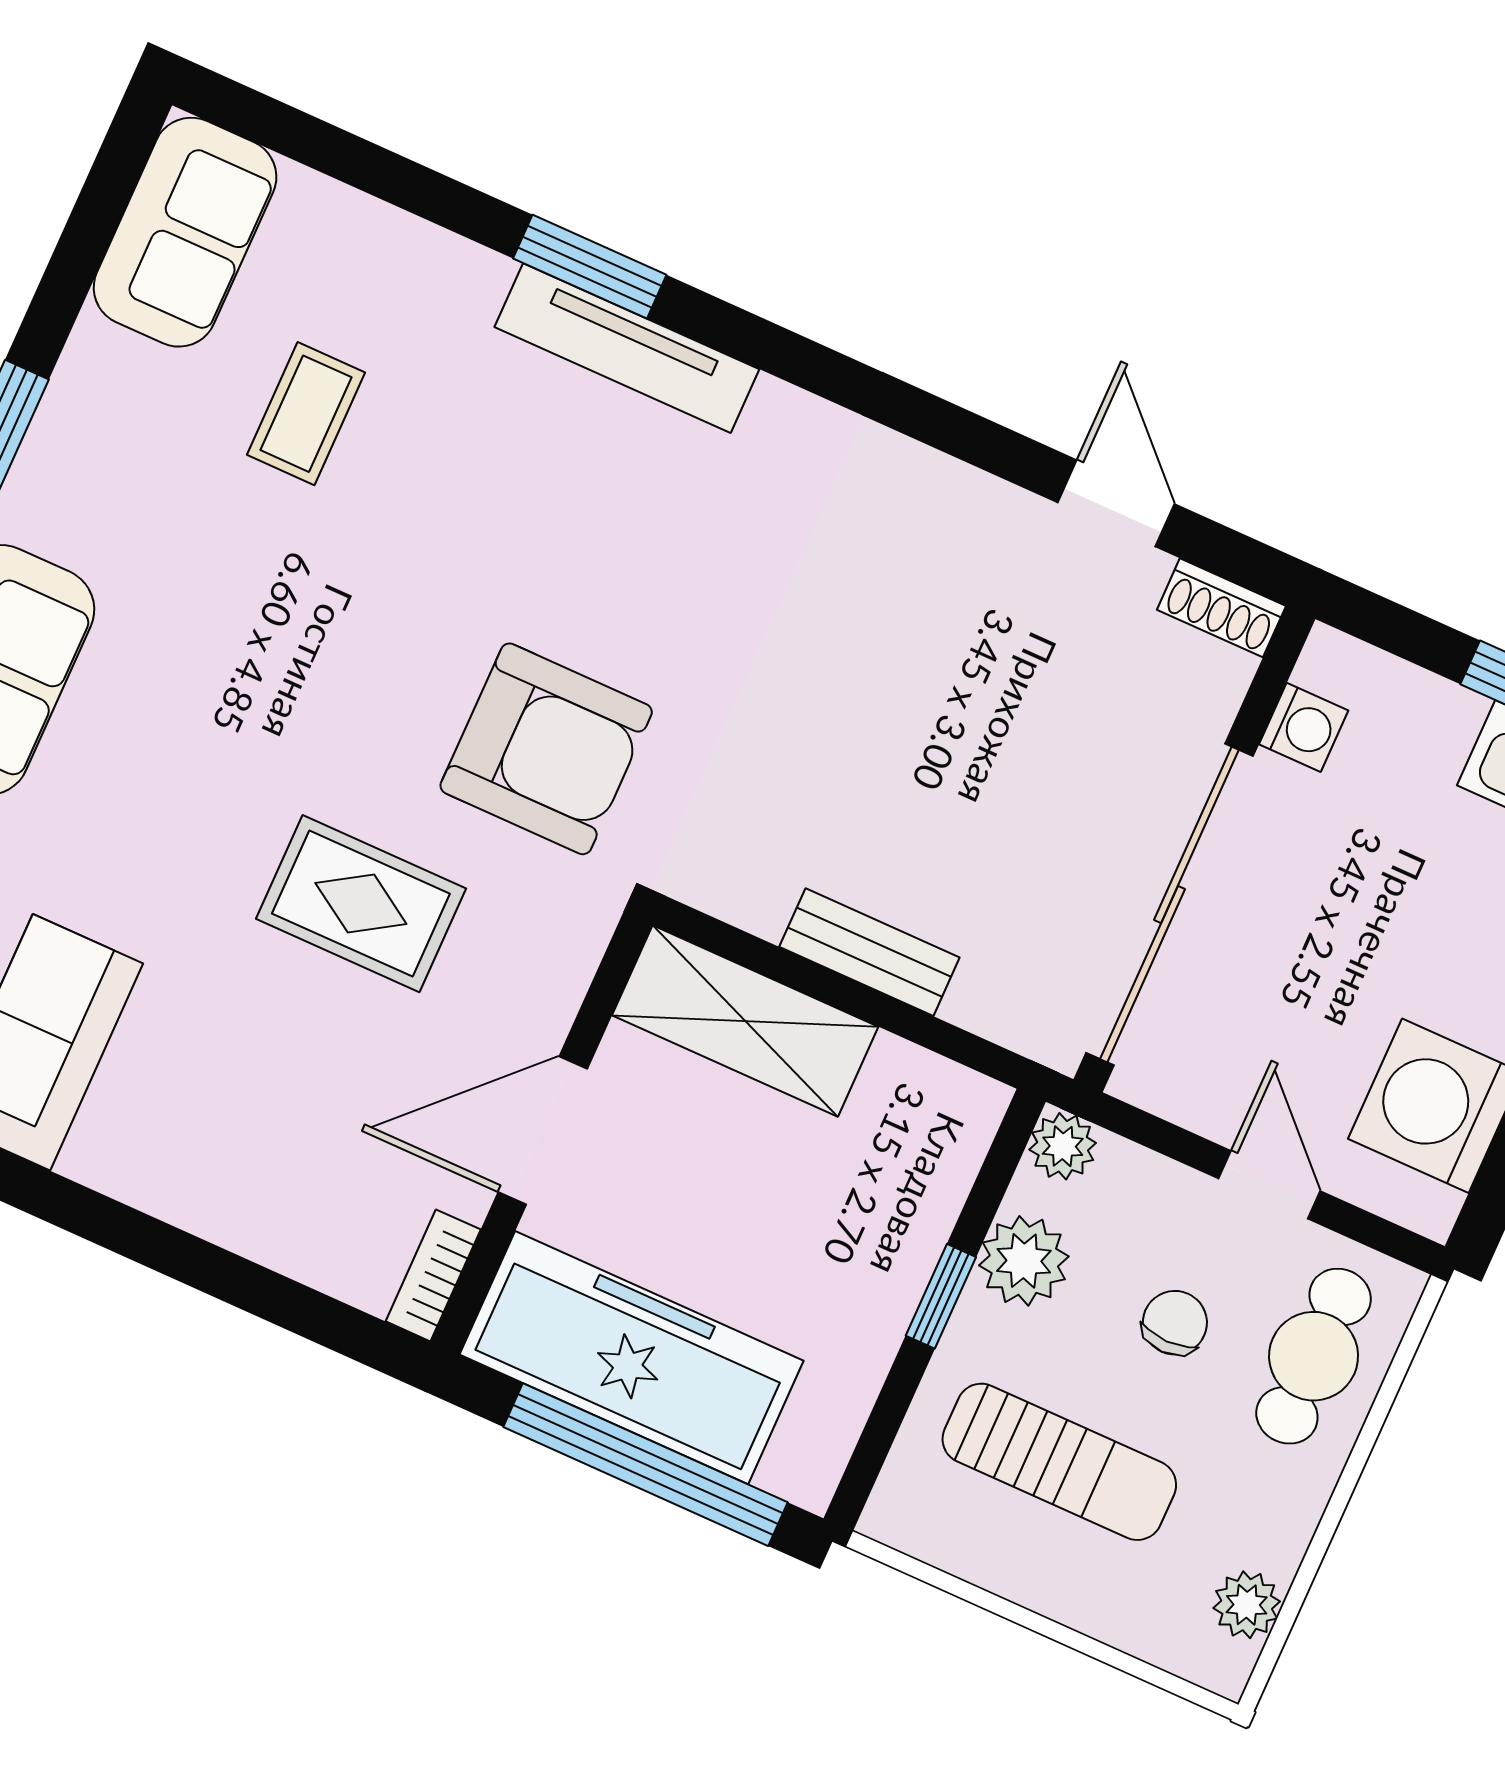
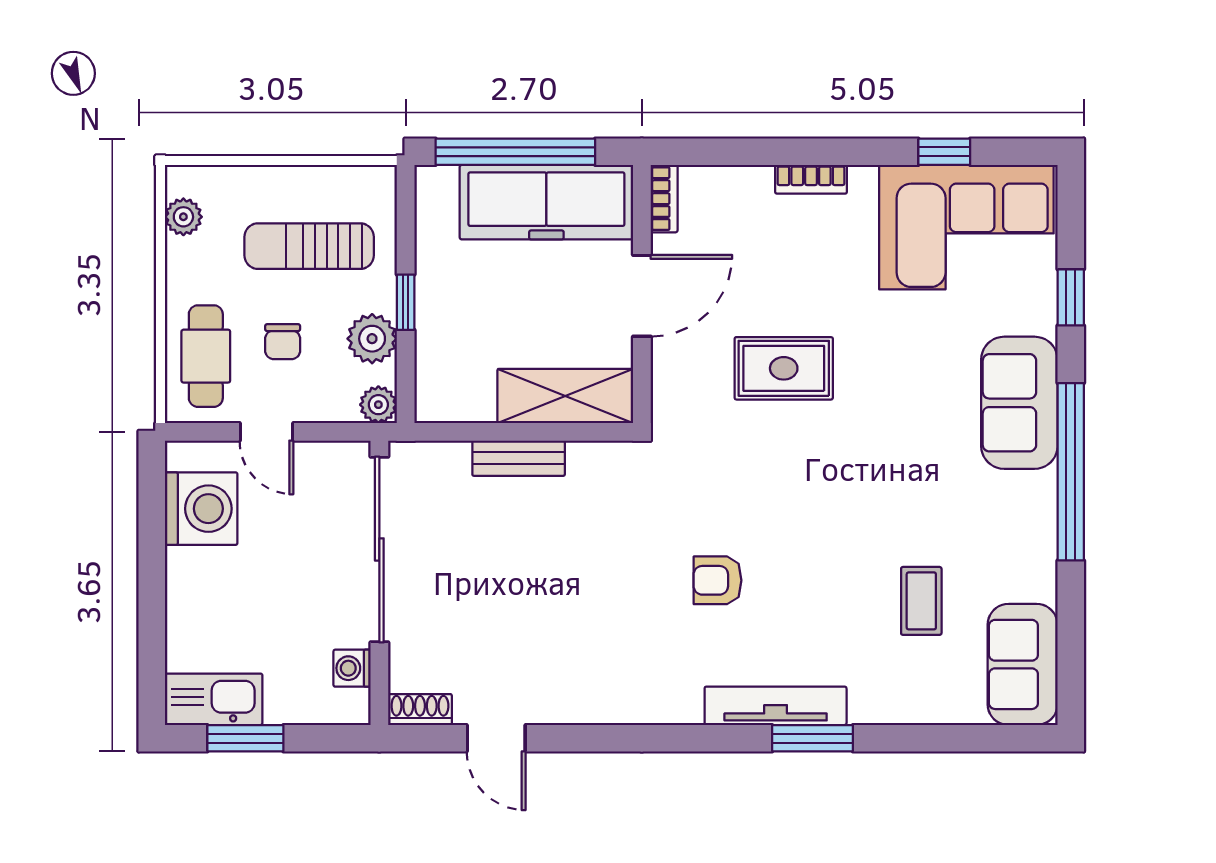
armchair: (546, 749) -> (718, 580), moved, width x0.53, depth x0.53
bookcase: (174, 1198) -> (811, 179), added

